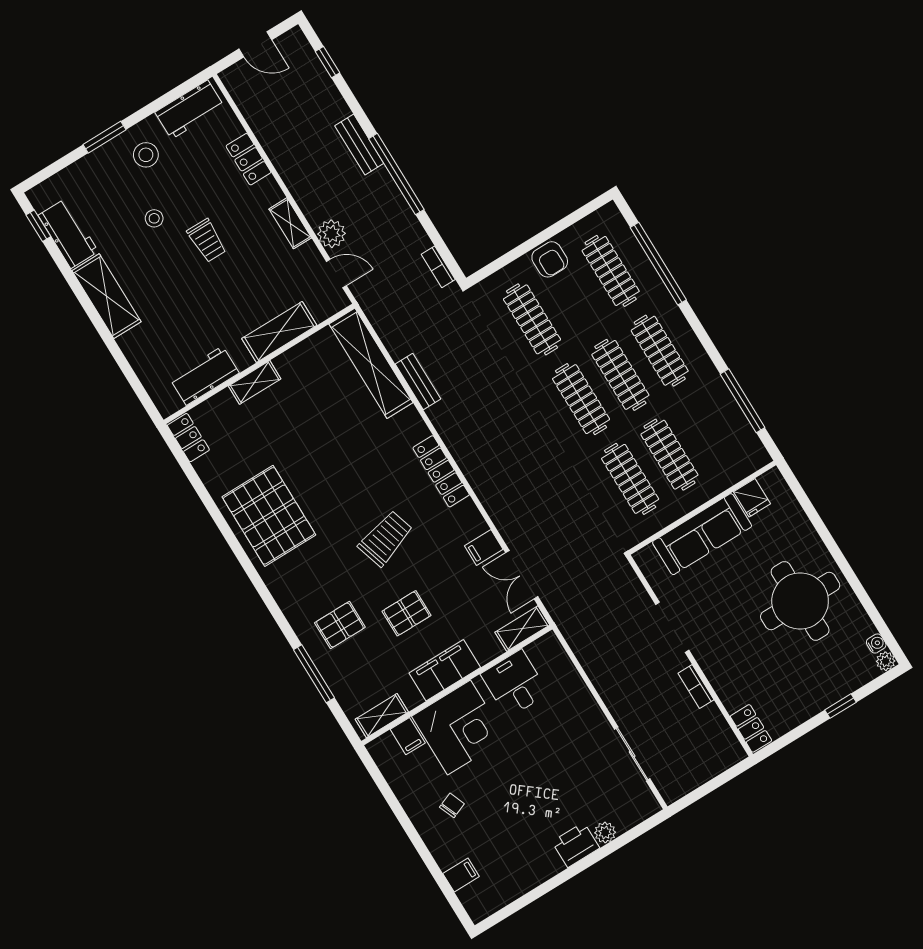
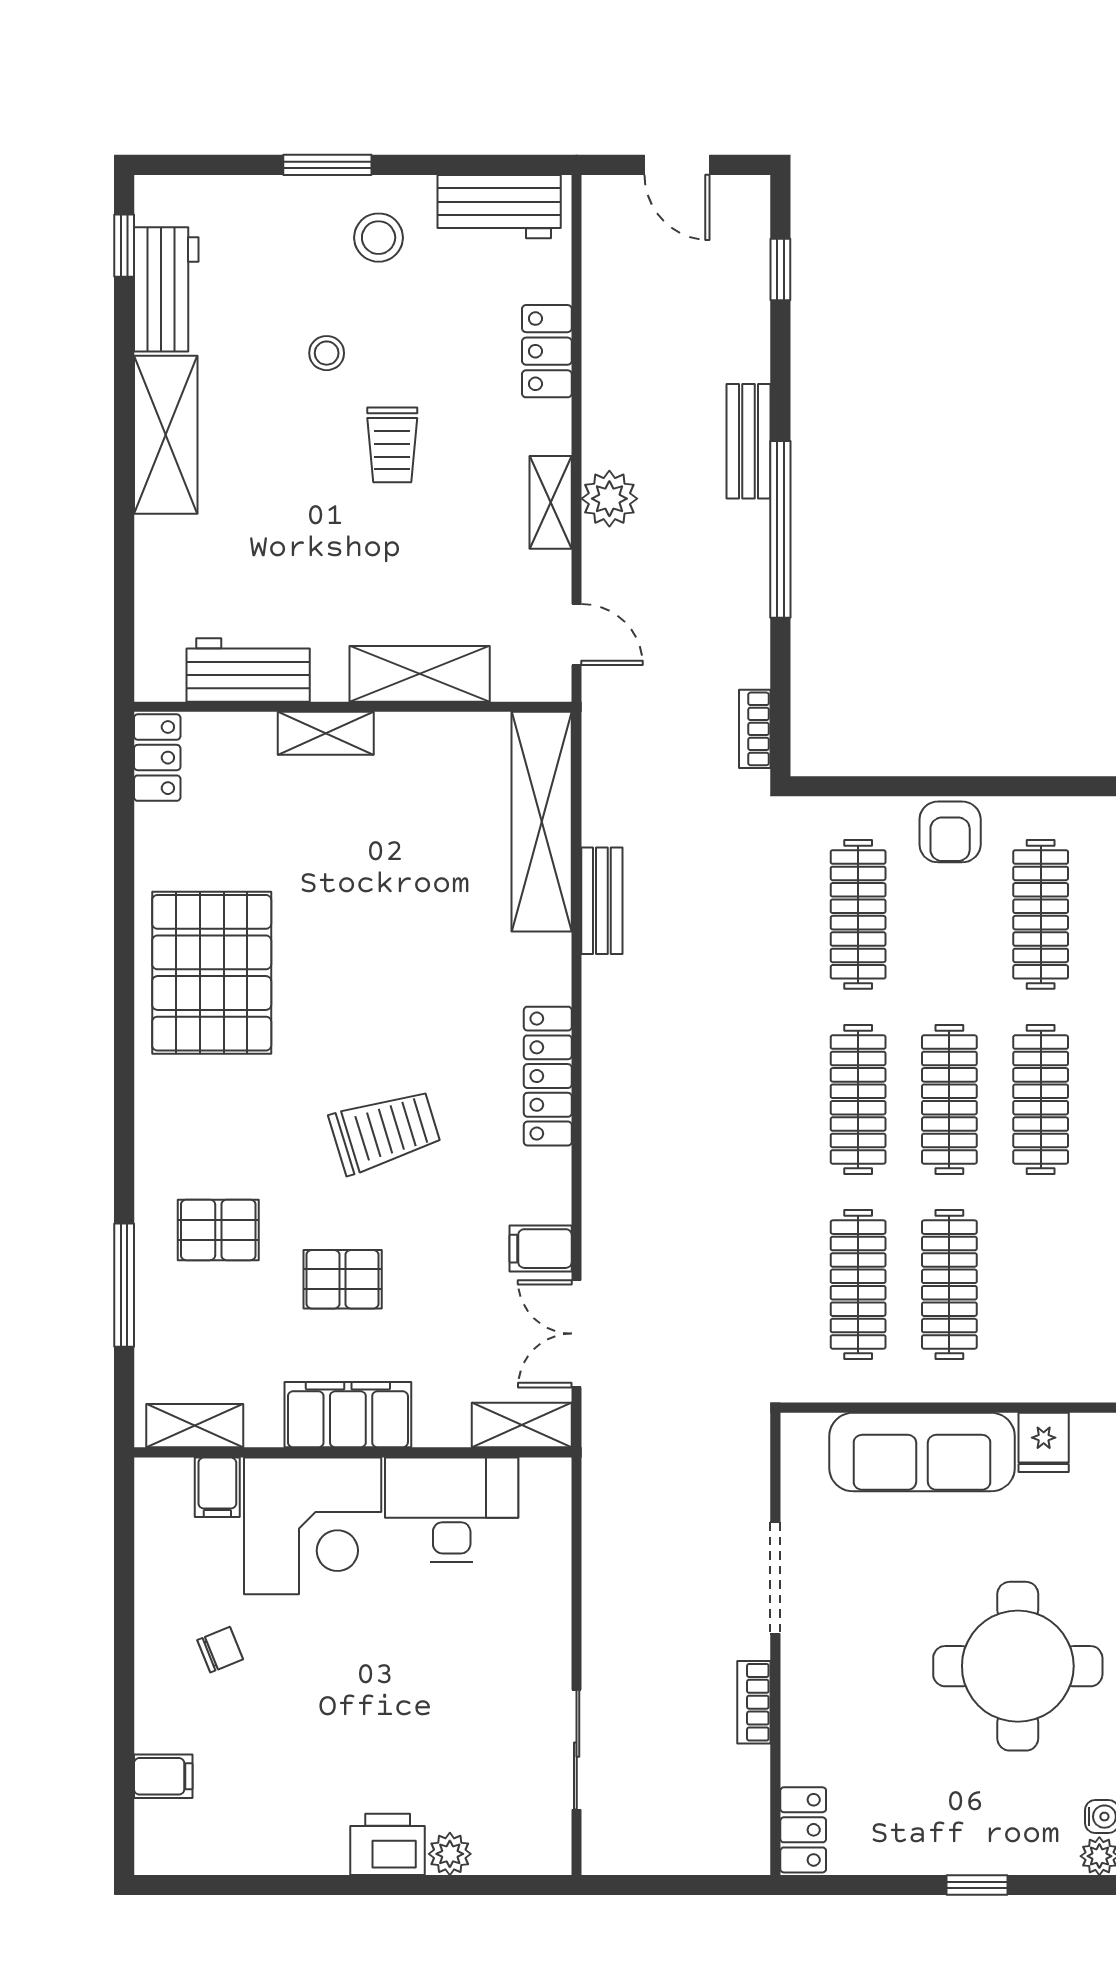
plant: (332, 234) -> (609, 499), moved
desk: (515, 684) -> (452, 1510), width x1.37

